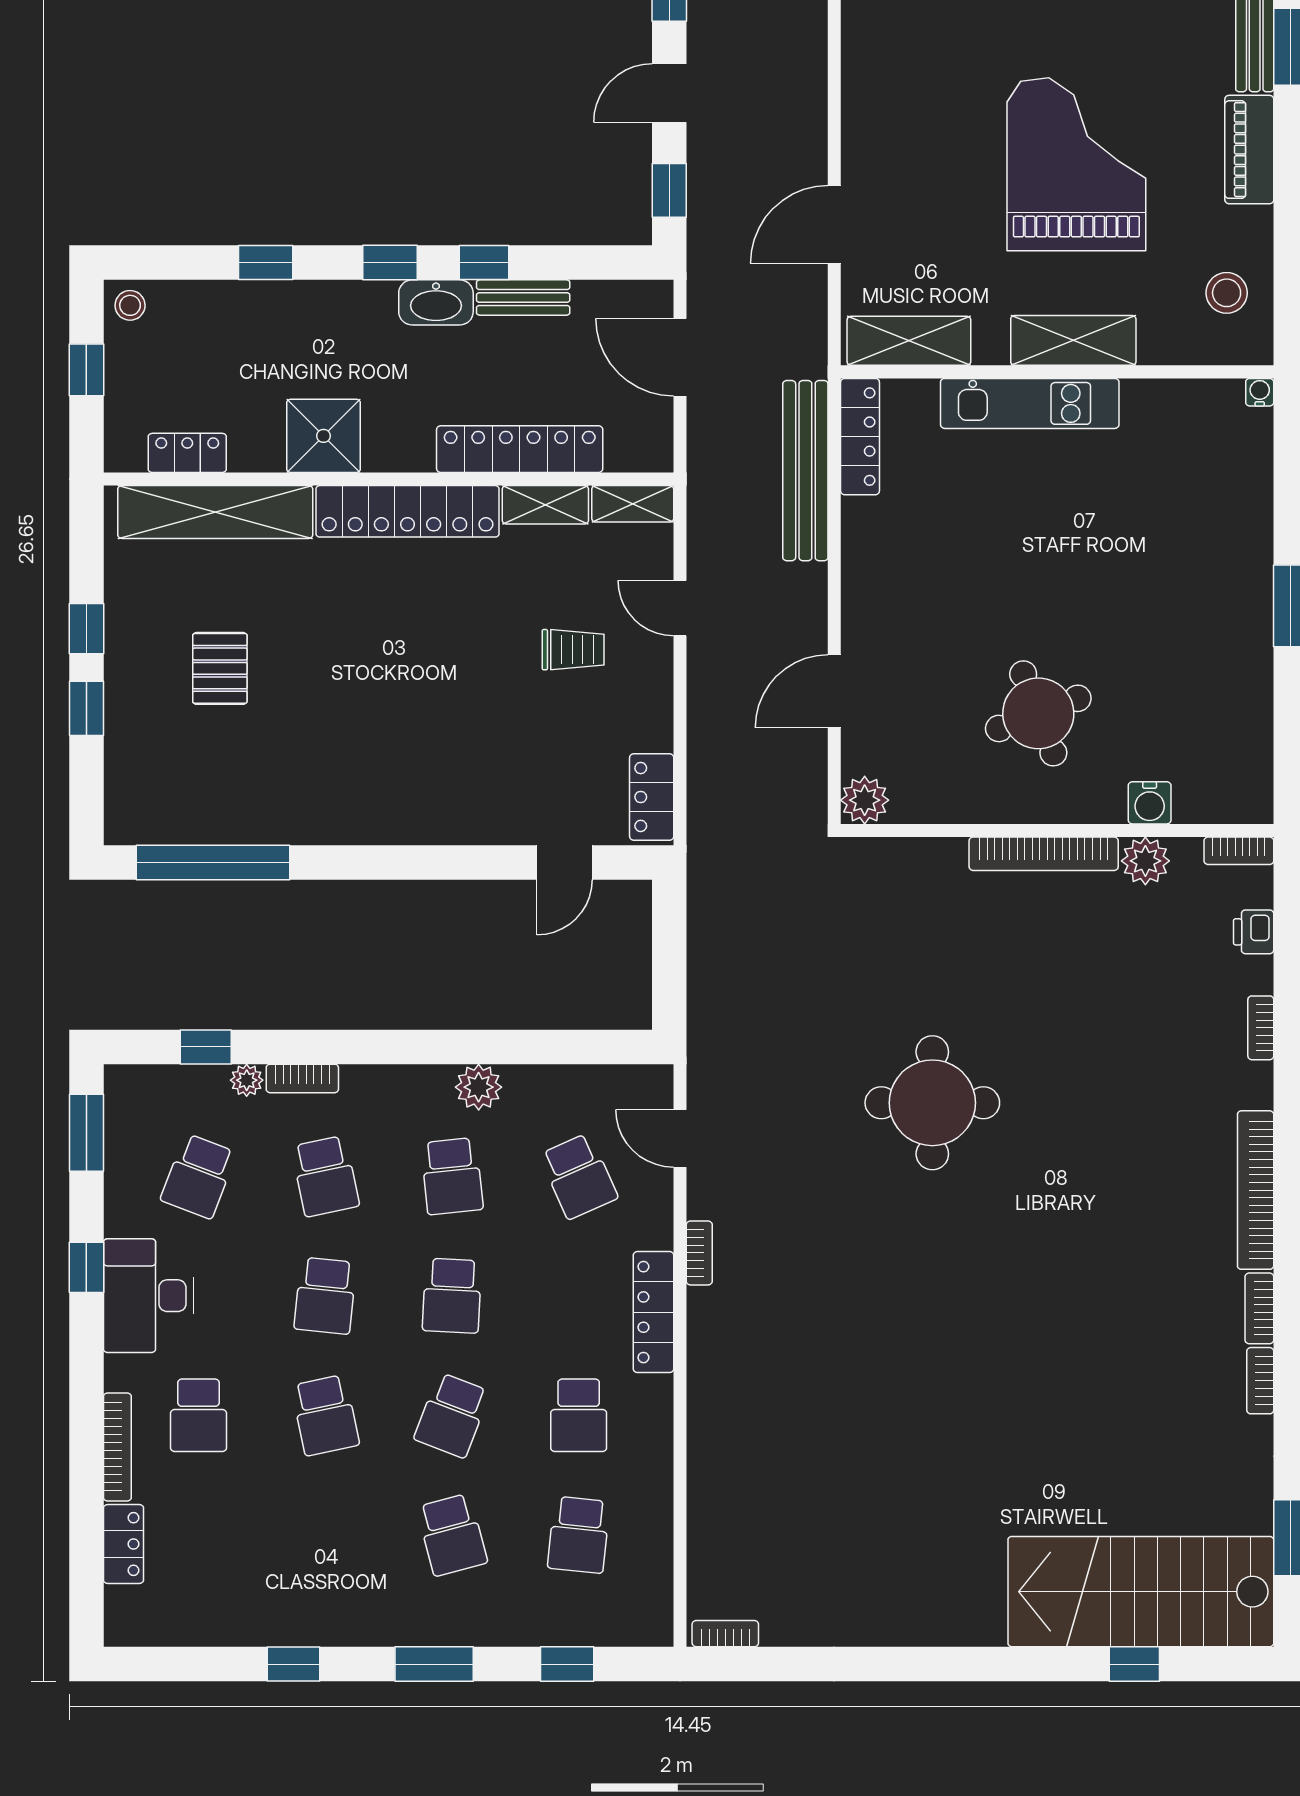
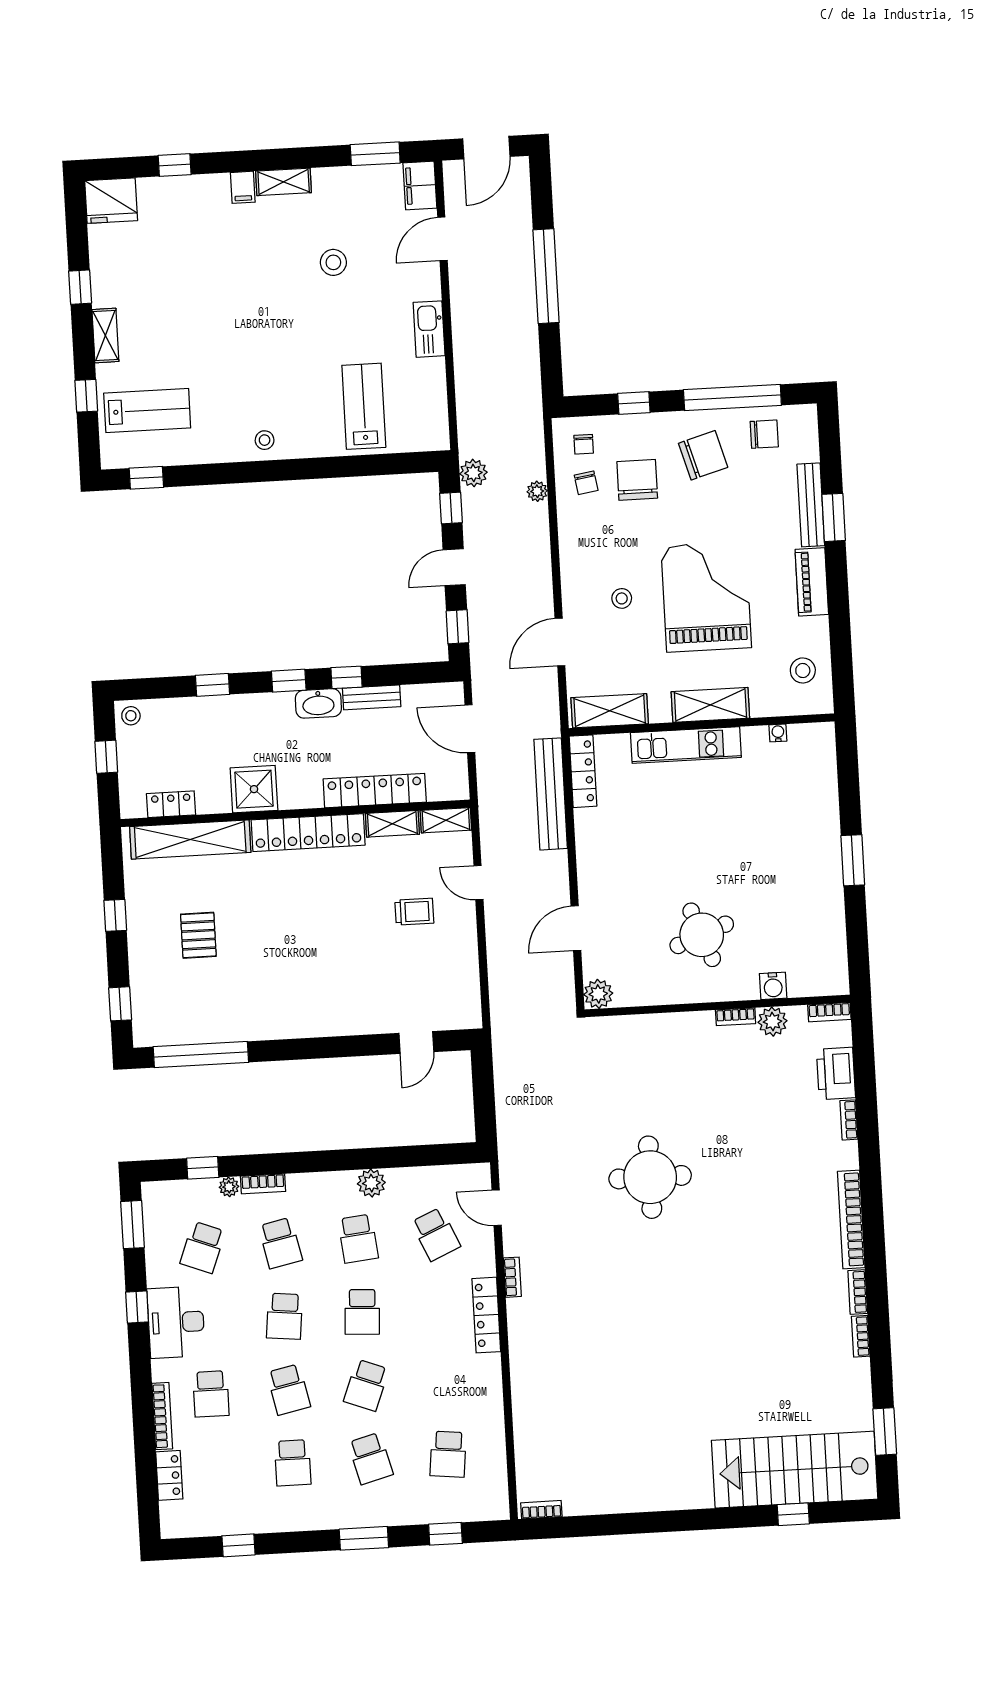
stool: (939, 159) -> (622, 598), added
water cooler: (1260, 392) -> (778, 733), moved
window: (86, 708) -> (120, 1004), moved
locker: (652, 797) -> (468, 999), removed
bookcase: (1044, 854) -> (736, 1017), width x0.43, depth x0.76
printer: (1254, 932) -> (836, 1073), width x1.87, depth x1.48
school desk: (579, 1415) -> (293, 1463), moved
window: (294, 1664) -> (238, 1545), moved

